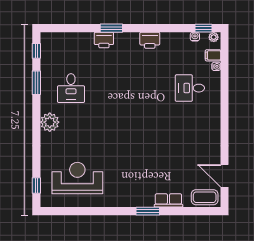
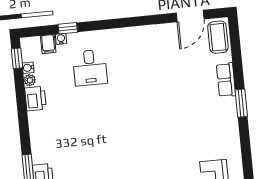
plant: (214, 37) -> (30, 80), moved
printer: (150, 40) -> (35, 99), moved
window: (225, 73) -> (68, 28), added

